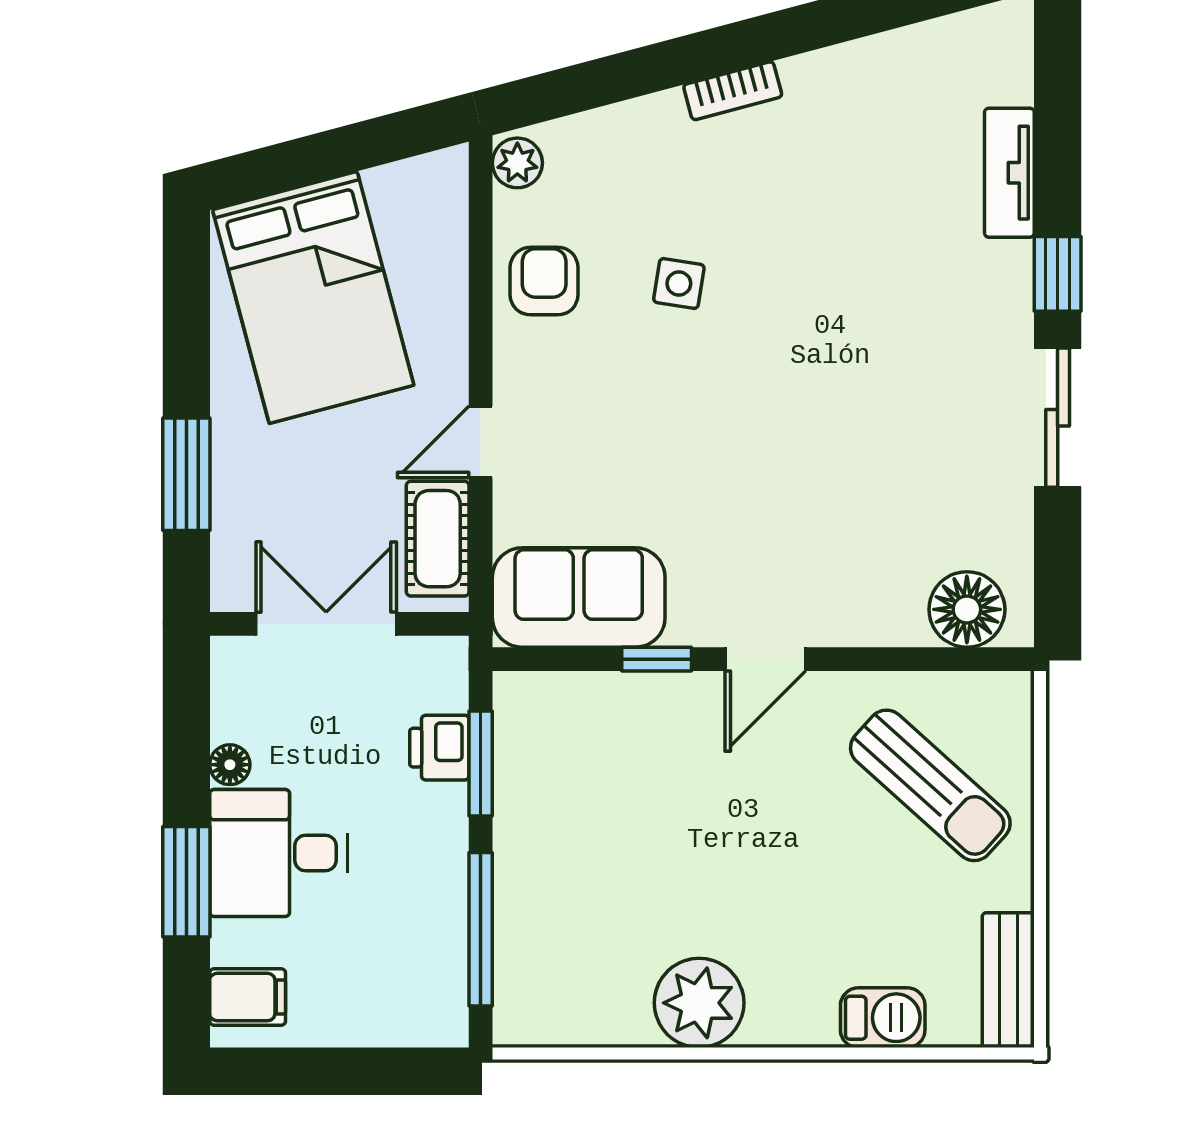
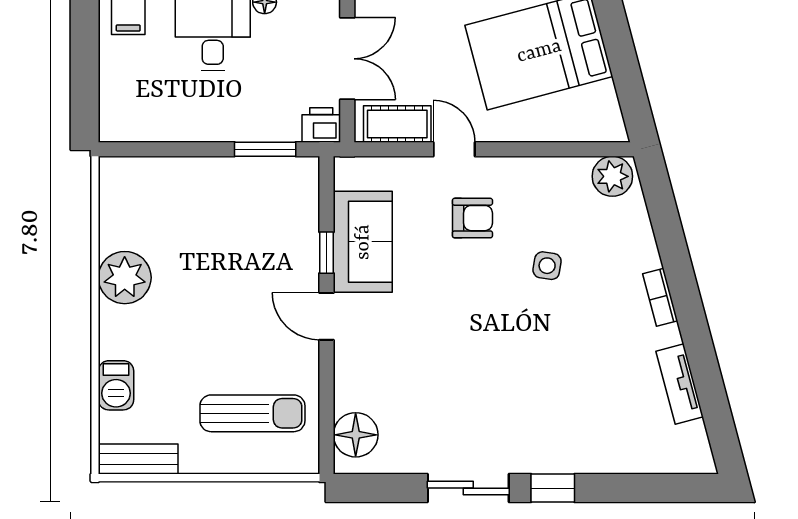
plant: (517, 163) -> (612, 176), width x1.38, depth x1.38
tv unit: (1009, 173) -> (680, 384), moved, turned -105
armchair: (544, 281) -> (472, 218), moved
sofa: (579, 597) -> (363, 242), moved
printer: (439, 748) -> (321, 125), moved
sun lounger: (930, 785) -> (252, 413), turned -132
window: (481, 929) -> (168, 149), removed

